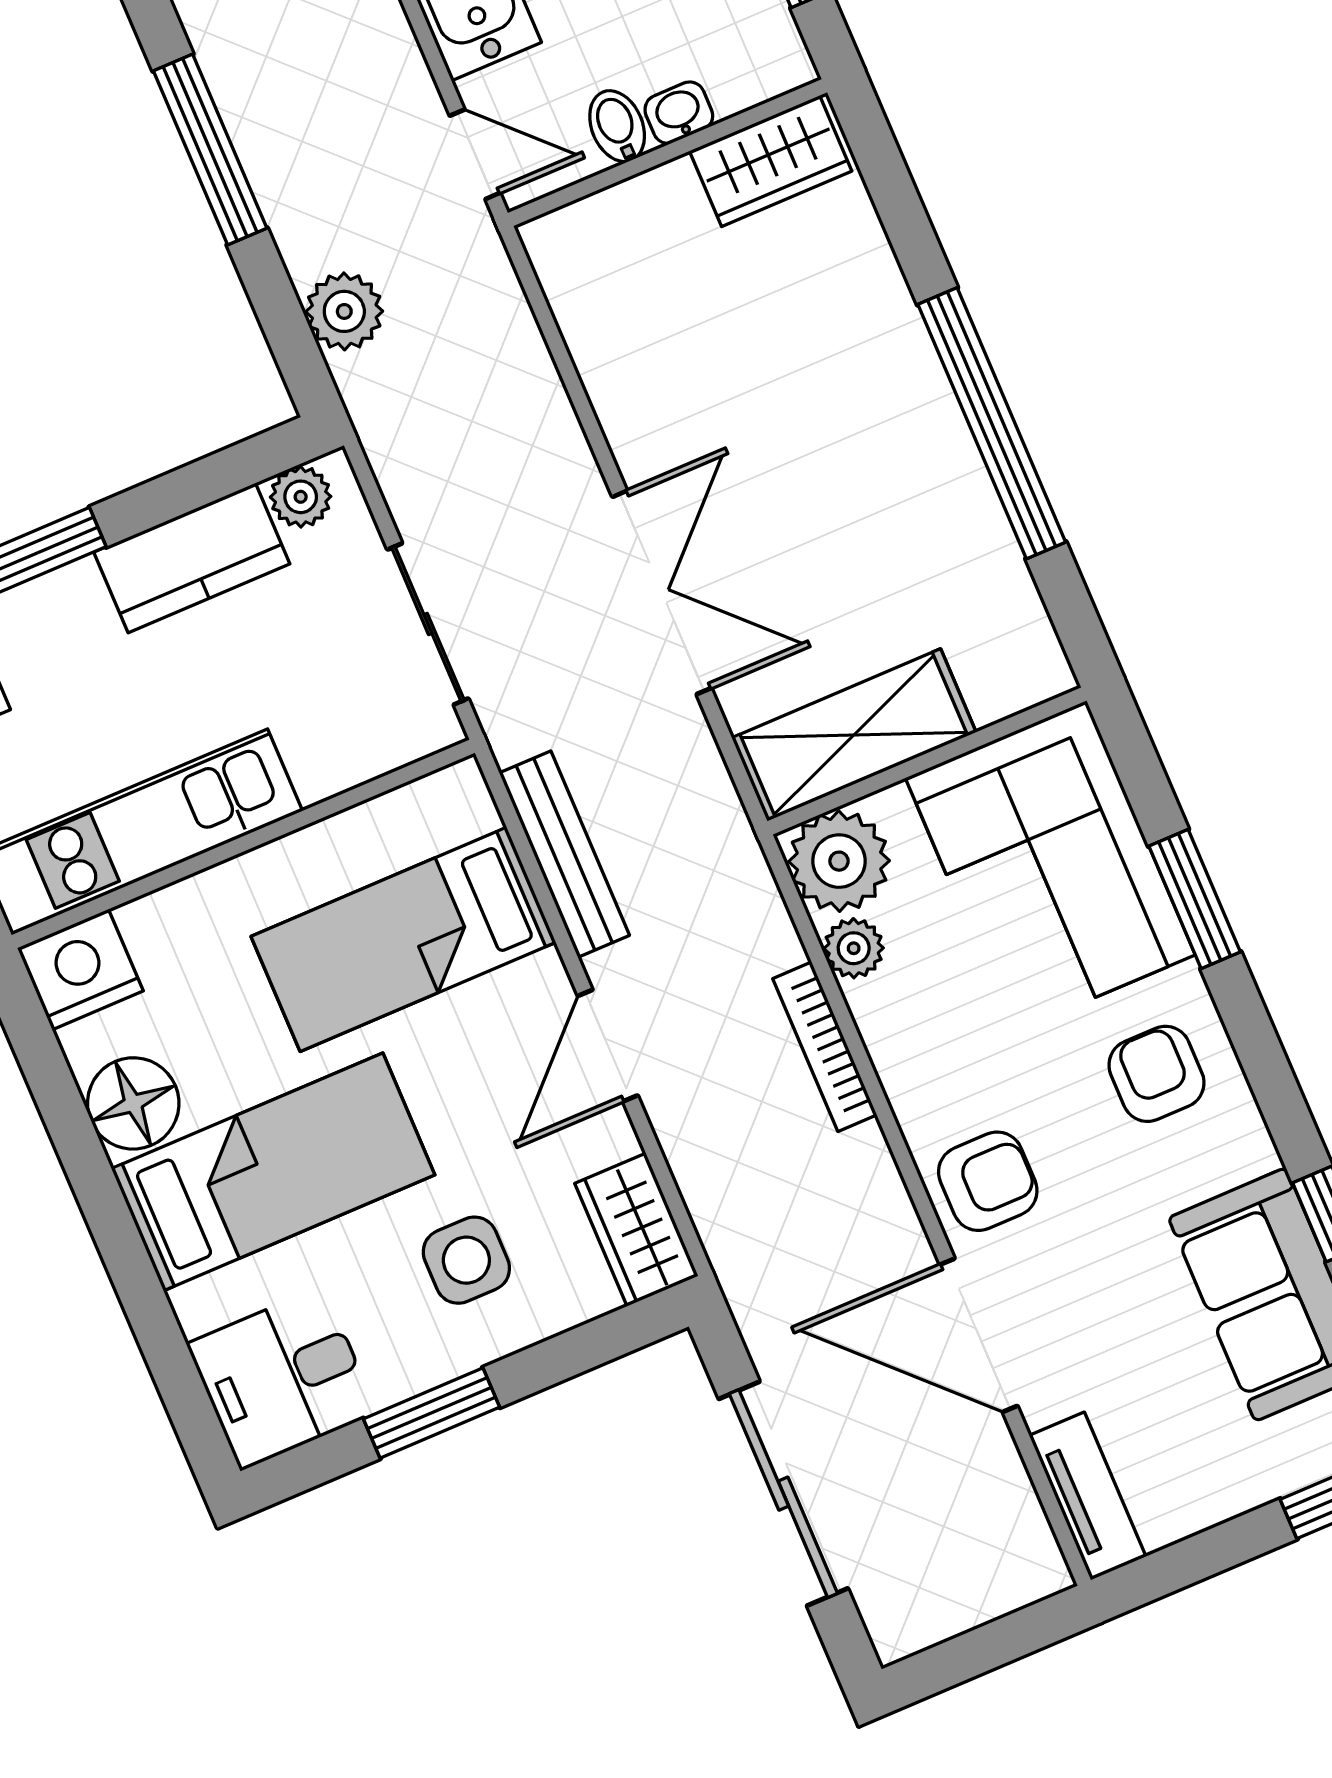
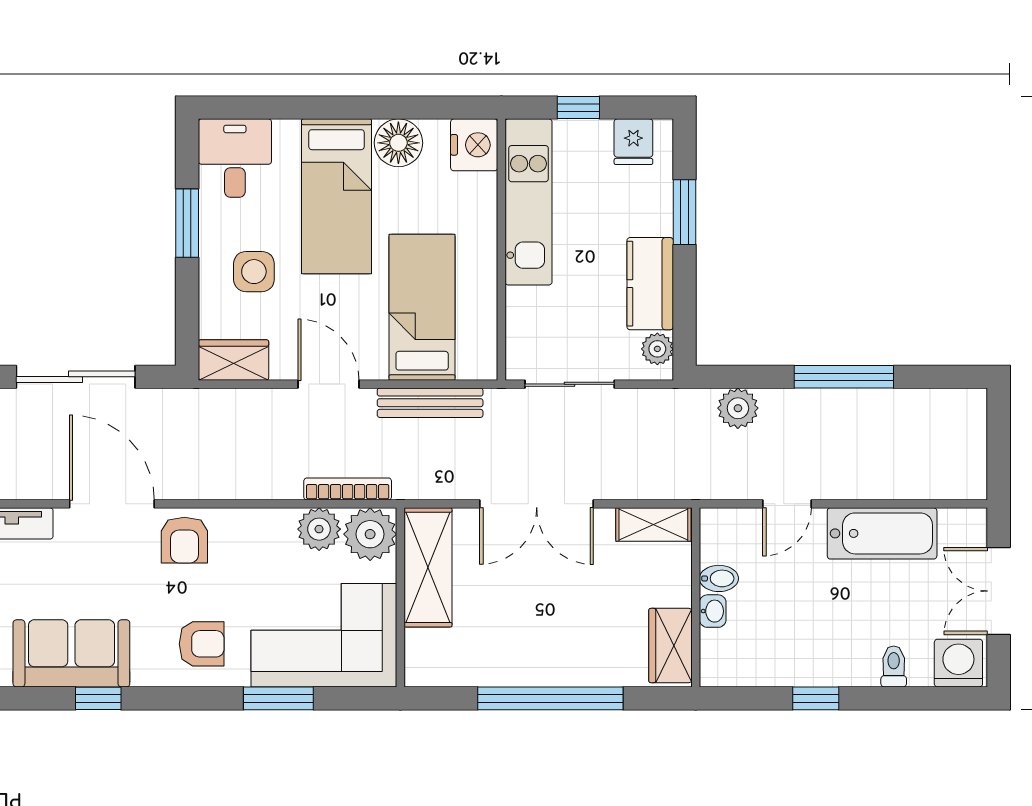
washbasin: (679, 113) -> (713, 611), moved
bidet: (617, 126) -> (719, 578), moved
wall: (668, 153) -> (696, 597), moved
wardrobe: (771, 161) -> (670, 646), moved
shelving: (611, 373) -> (653, 525), added
plant: (854, 948) -> (319, 529), width x1.38, depth x1.38
bookcase: (825, 1047) -> (348, 489), moved
door: (979, 1335) -> (112, 504), hinge flipped

